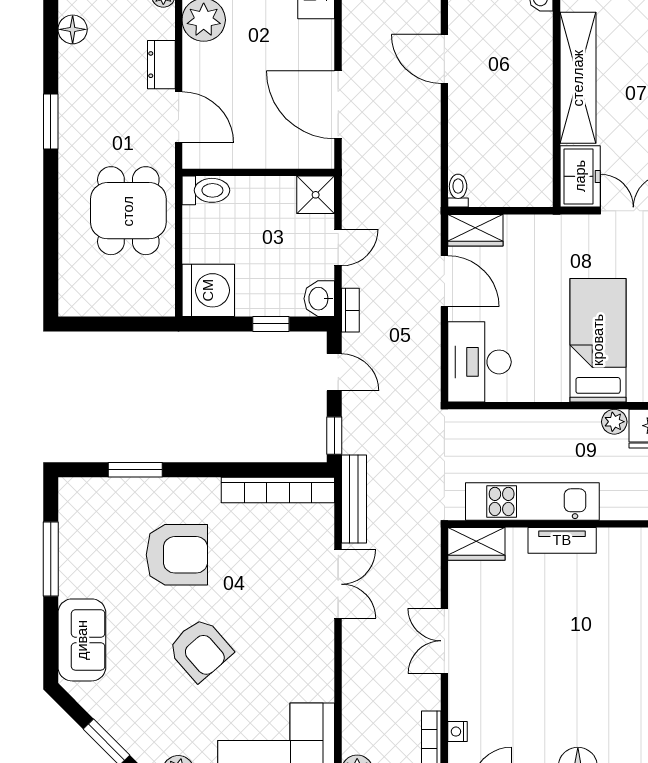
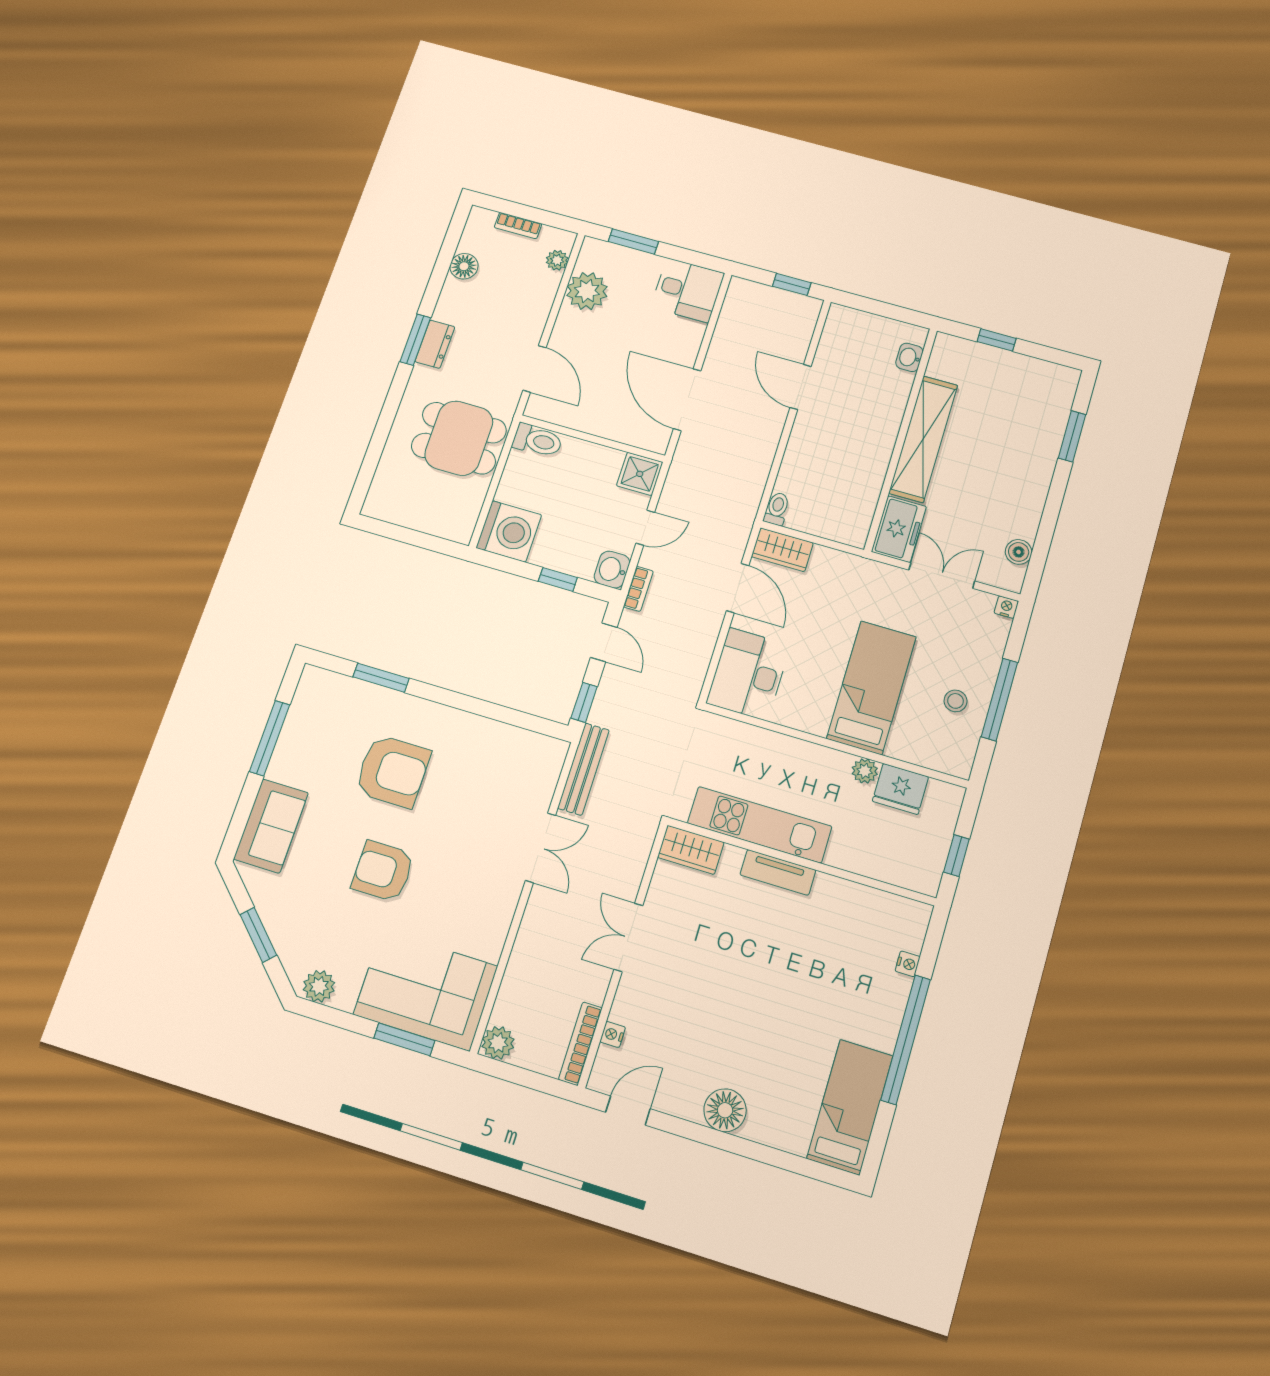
dresser: (161, 65) -> (435, 344), moved, turned 180
dining table: (128, 211) -> (459, 438), turned 90
bookcase: (278, 490) -> (512, 738), removed
armchair: (200, 650) -> (383, 871), turned 131

